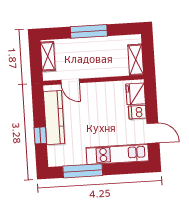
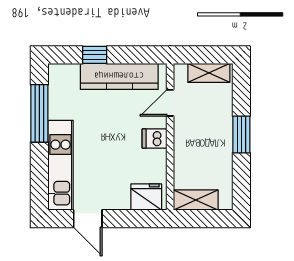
window: (89, 31) -> (241, 135), width x0.69
dishwasher: (137, 112) -> (155, 138), moved, turned -90
door: (153, 133) -> (88, 219), hinge flipped

